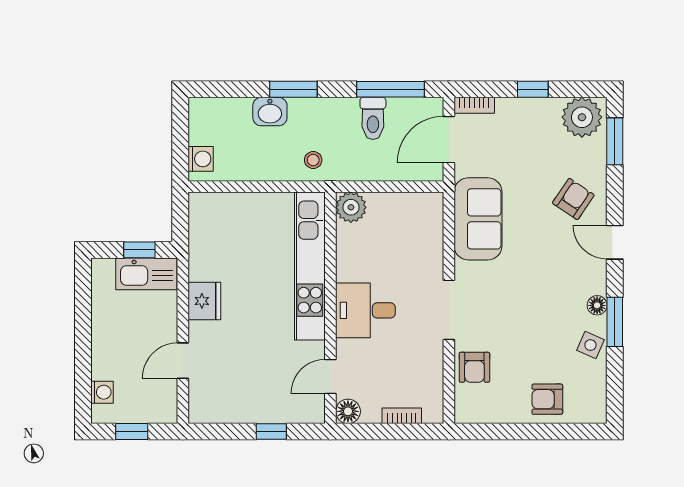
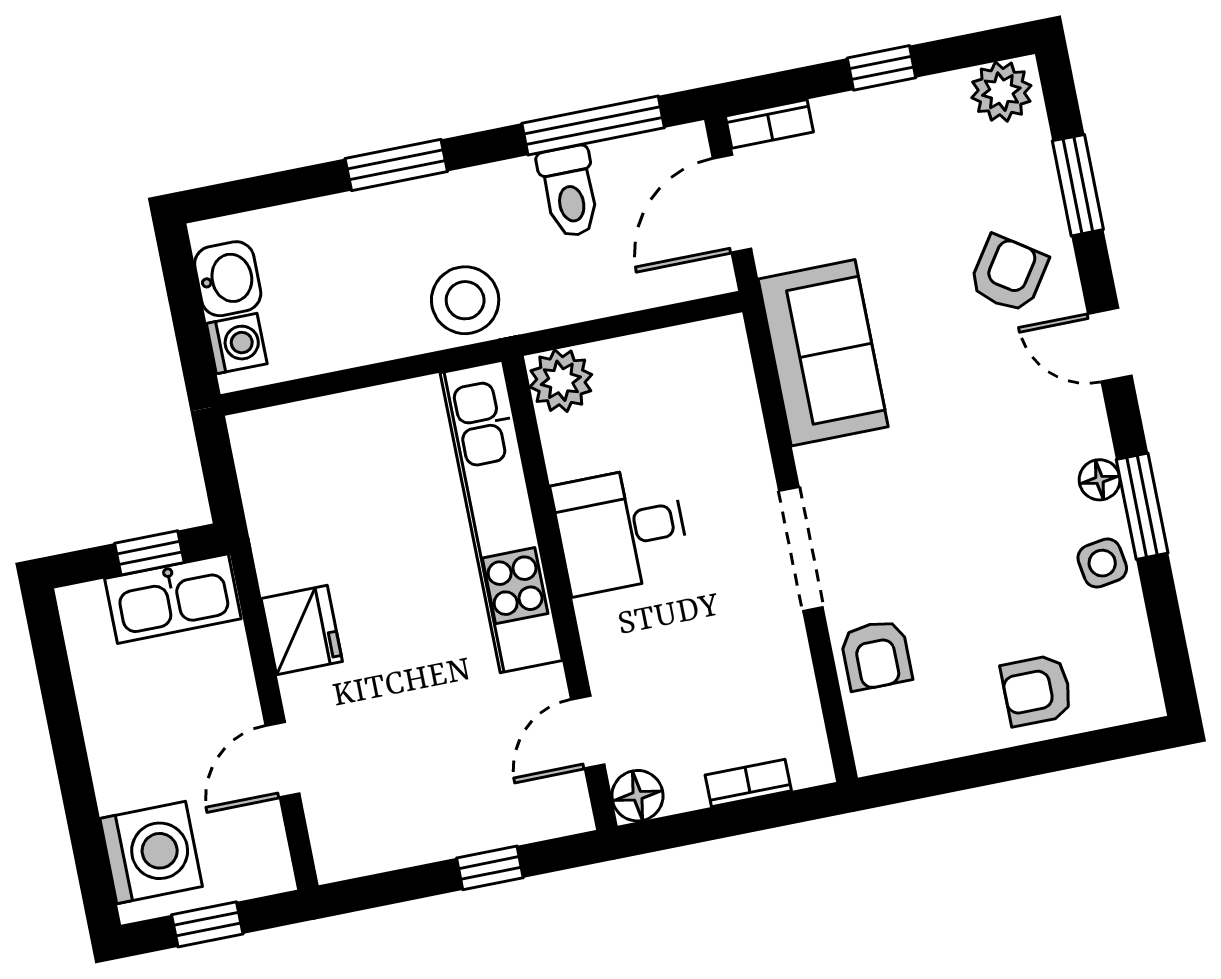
washbasin: (270, 112) -> (228, 279), moved, turned -90
plant: (582, 117) -> (1001, 92), width x0.73, depth x0.73
window: (615, 141) -> (1078, 185), moved
stool: (313, 160) -> (465, 300), width x1.89, depth x1.89
desk: (365, 310) -> (621, 530), moved
side table: (590, 345) -> (1102, 563), turned -33
washing machine: (102, 392) -> (151, 853), width x1.89, depth x1.89

